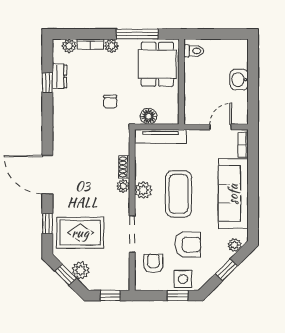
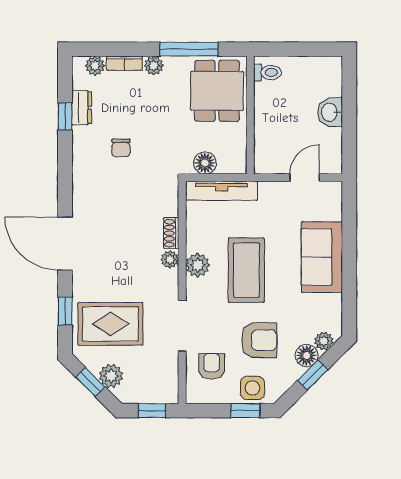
chair: (110, 102) -> (121, 148), moved
bookcase: (243, 145) -> (335, 202), removed
sofa: (233, 194) -> (322, 257), width x0.73
floor lamp: (222, 256) -> (307, 355), added

